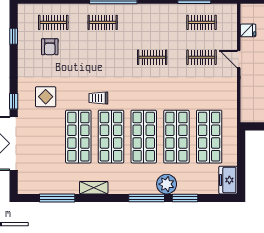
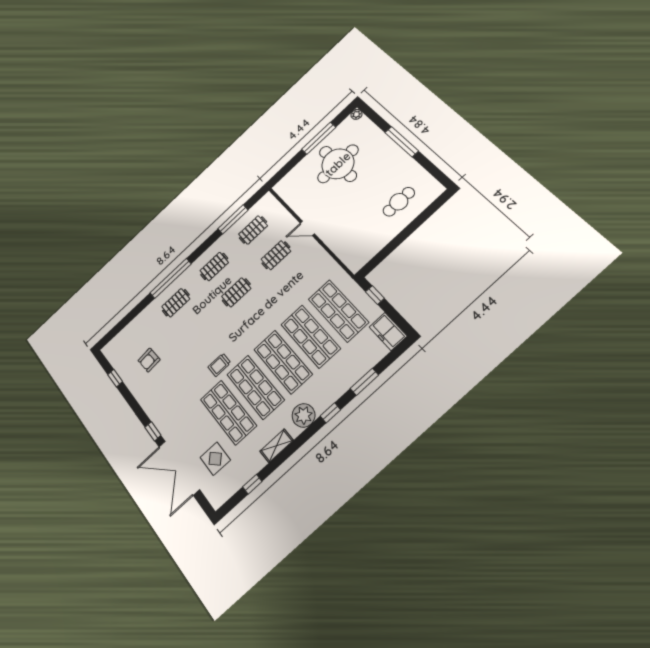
clothes rail: (53, 22) -> (214, 267), moved
fridge: (248, 30) -> (295, 201), removed
armchair: (50, 47) -> (149, 360), turned 86
display table: (46, 97) -> (215, 459), moved
window: (241, 149) -> (375, 295), added
plant: (167, 184) -> (304, 415), moved
window: (57, 198) -> (252, 484), width x0.46
window: (147, 198) -> (330, 413), width x0.46

